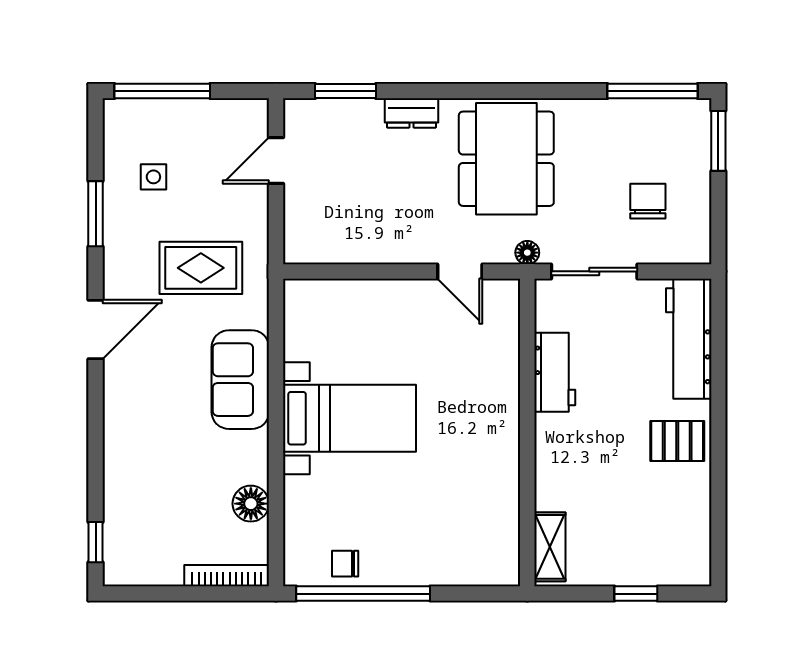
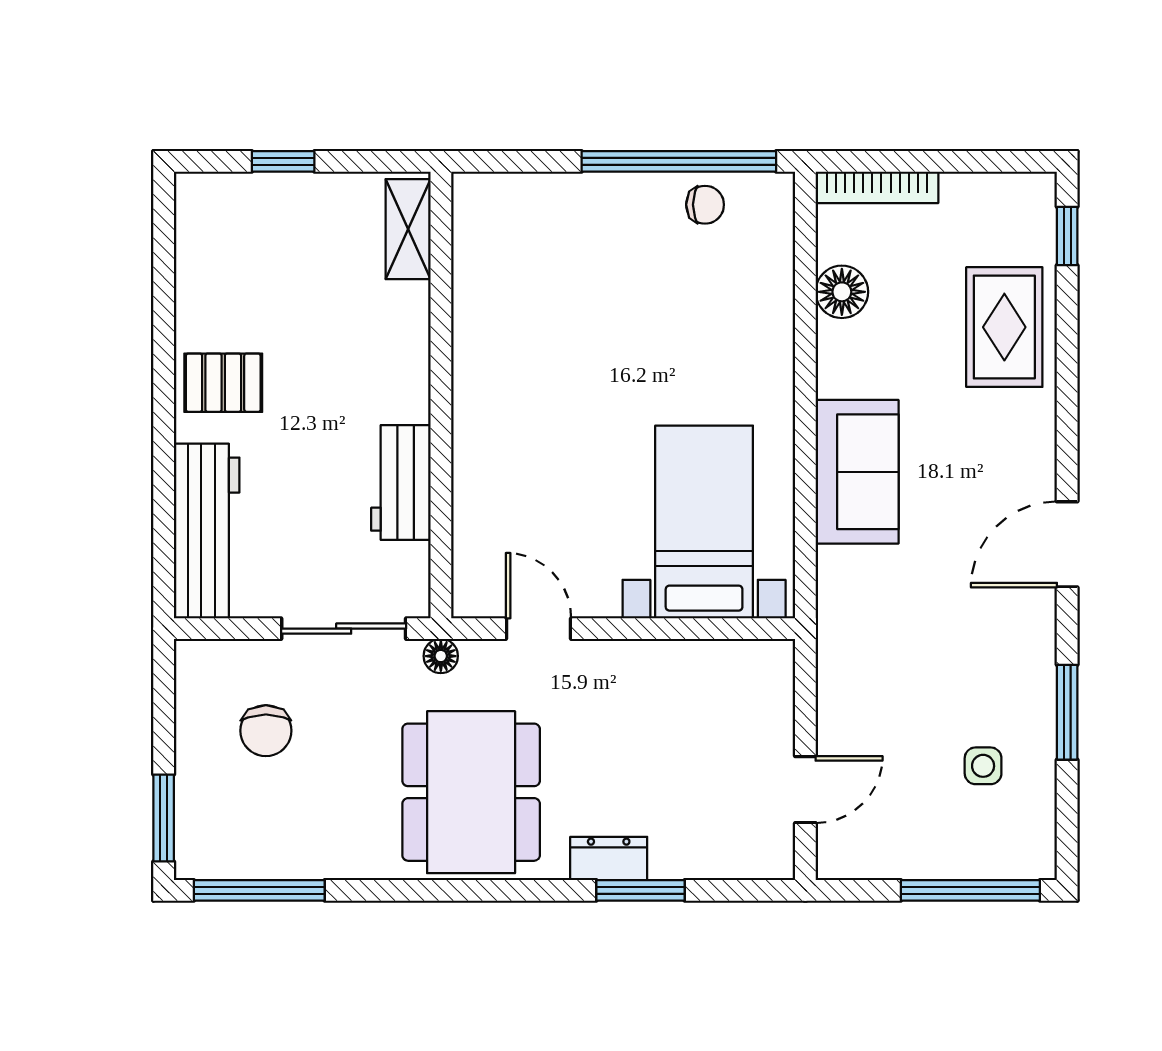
window: (345, 91) -> (641, 890), moved
rug: (201, 268) -> (1004, 327), moved, turned 90
bed with nightstands: (350, 418) -> (704, 522), moved, turned 90

